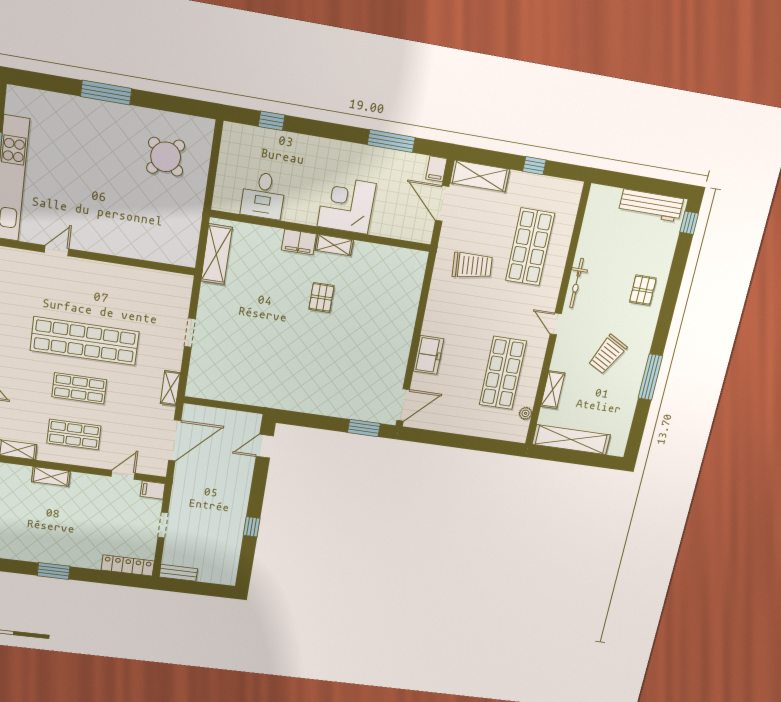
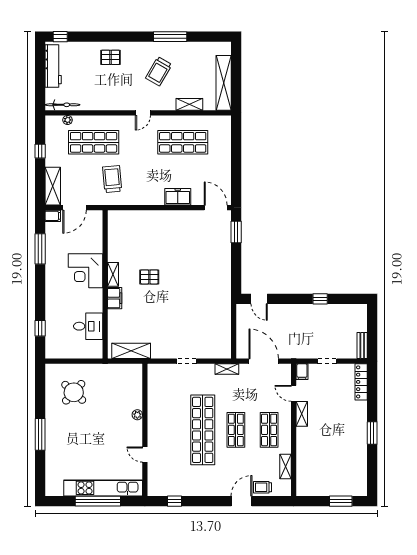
plant: (119, 249) -> (137, 415), added
bicycle: (577, 283) -> (63, 105), moved
trolley: (608, 354) -> (159, 71), turned 92
plant: (526, 413) -> (68, 120), moved
shelving: (51, 477) -> (302, 414), moved

